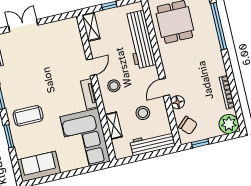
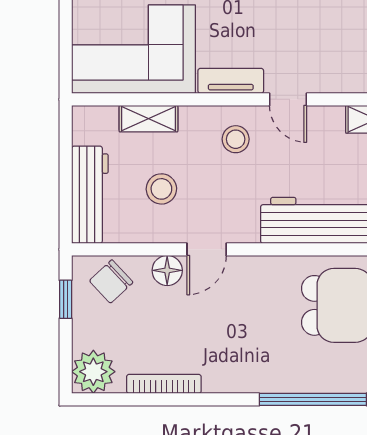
door: (164, 87) -> (207, 249), swing flipped

